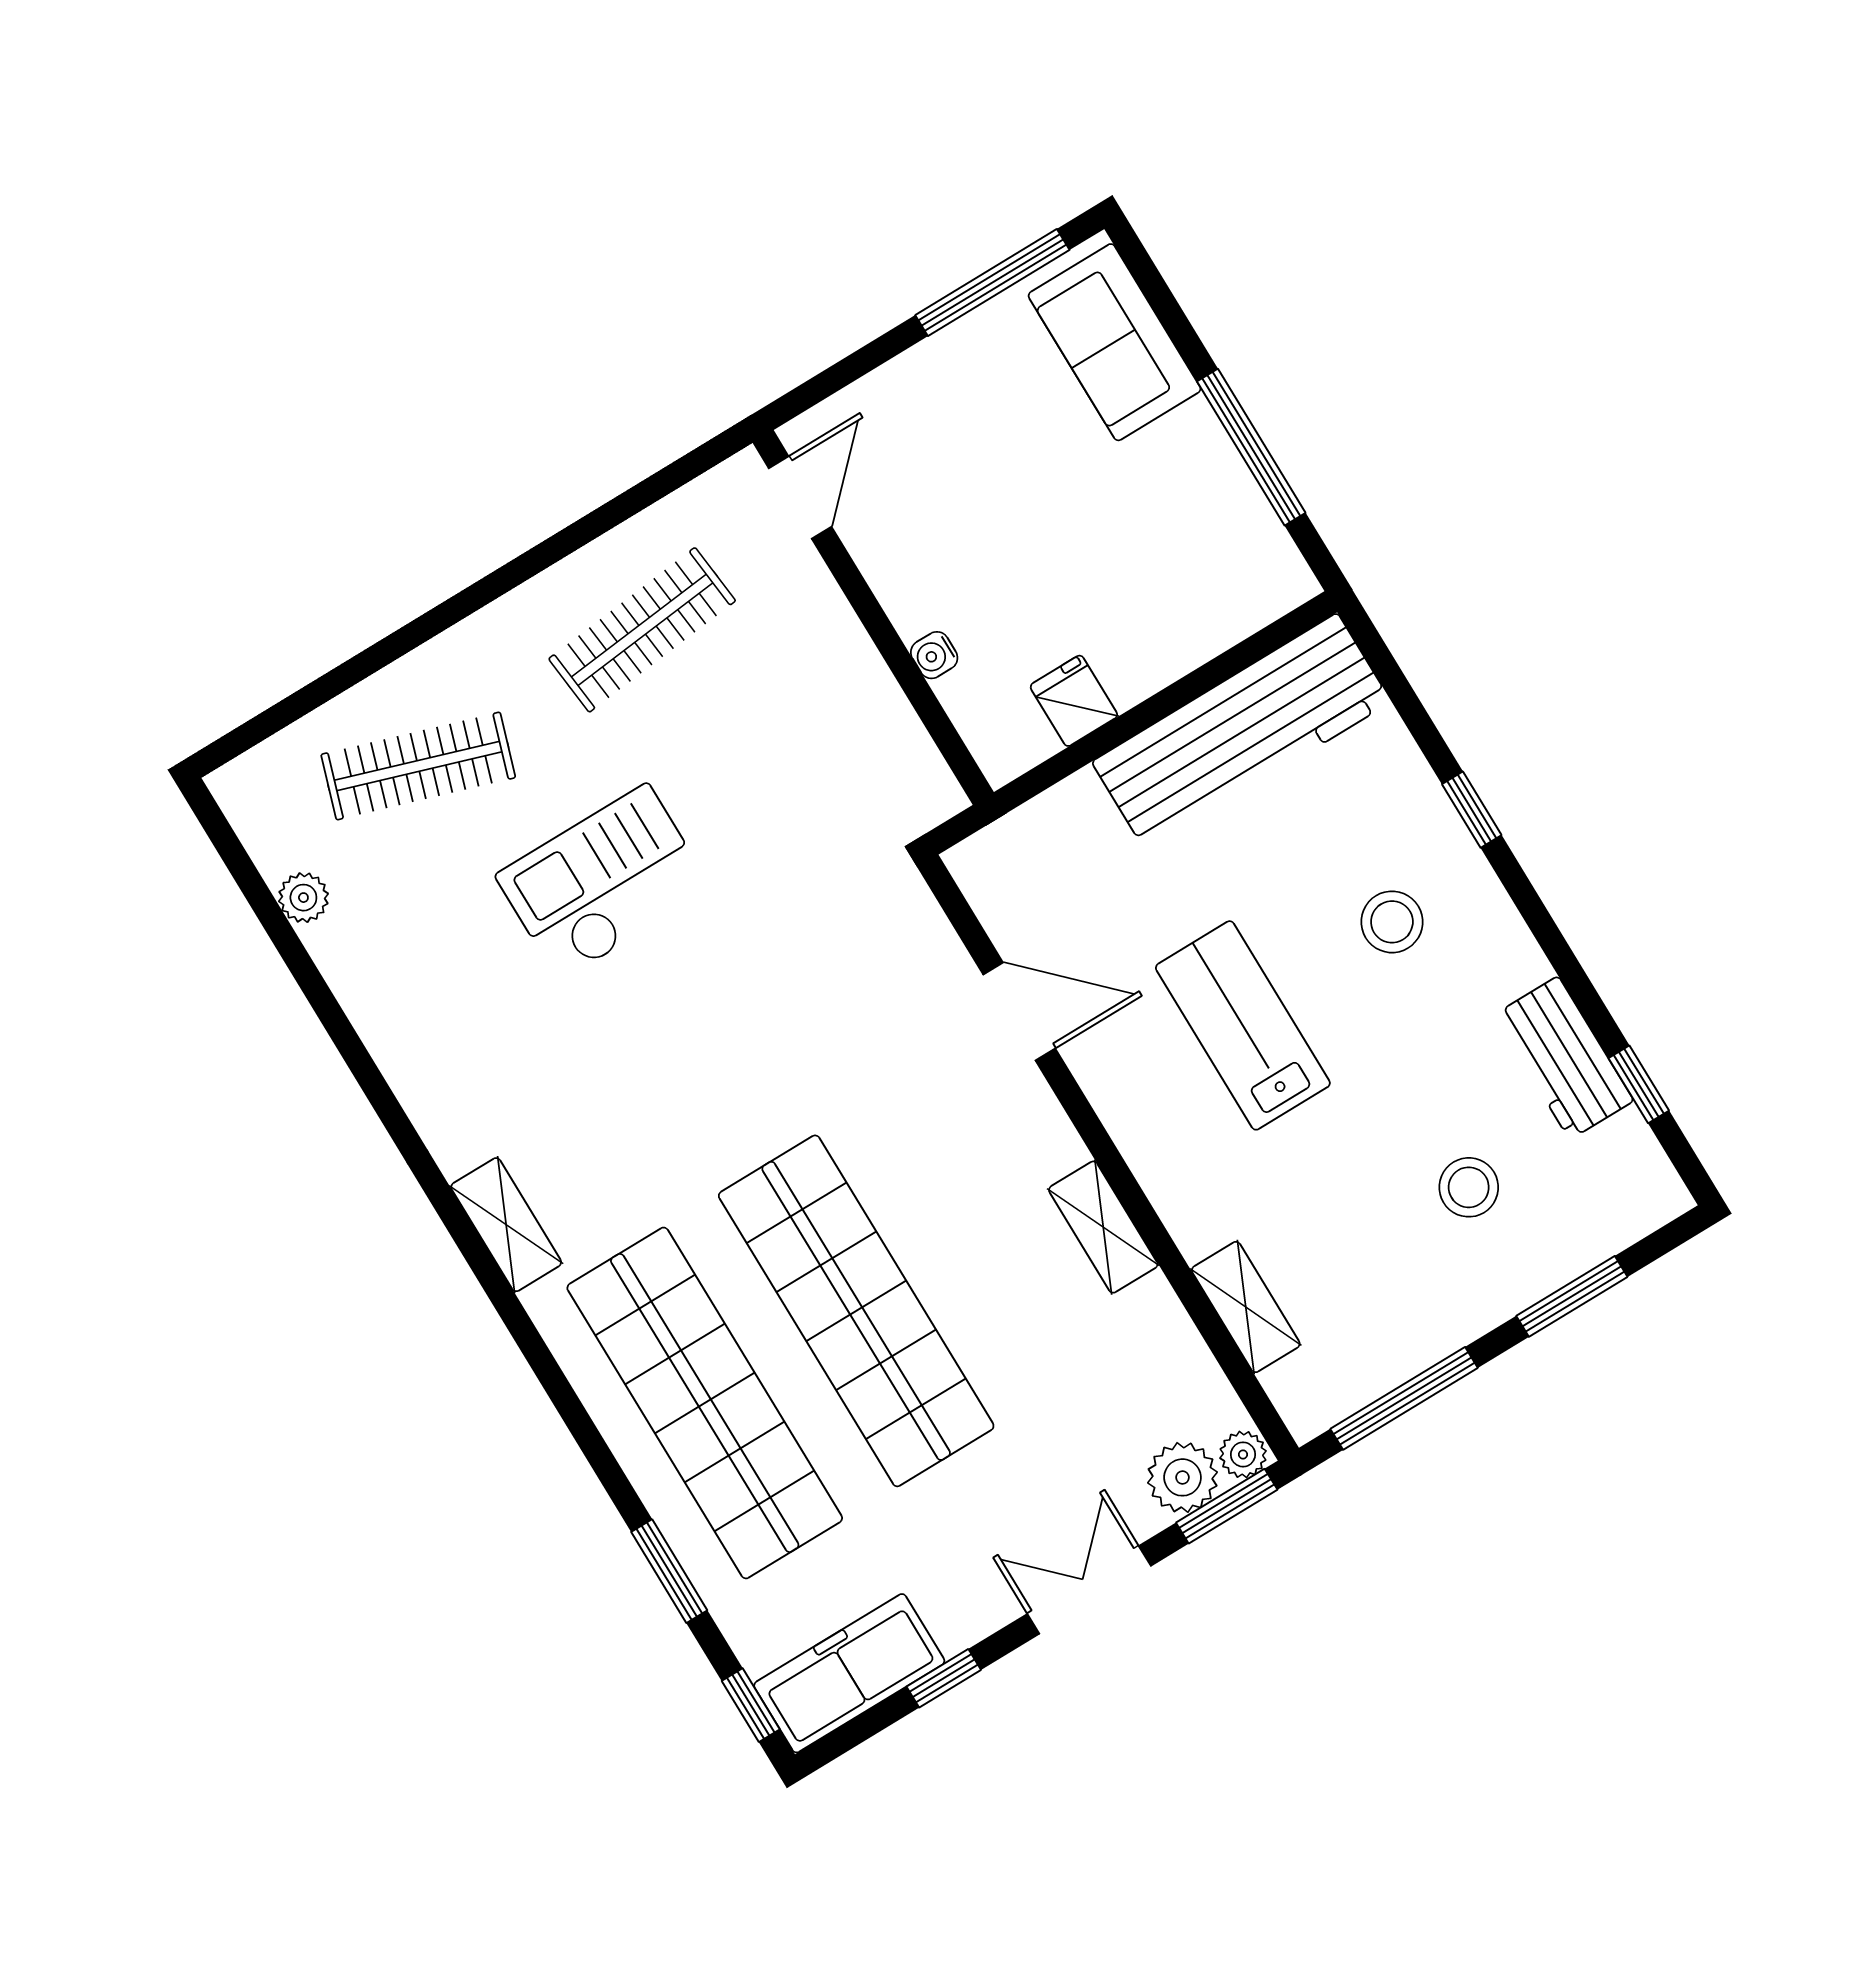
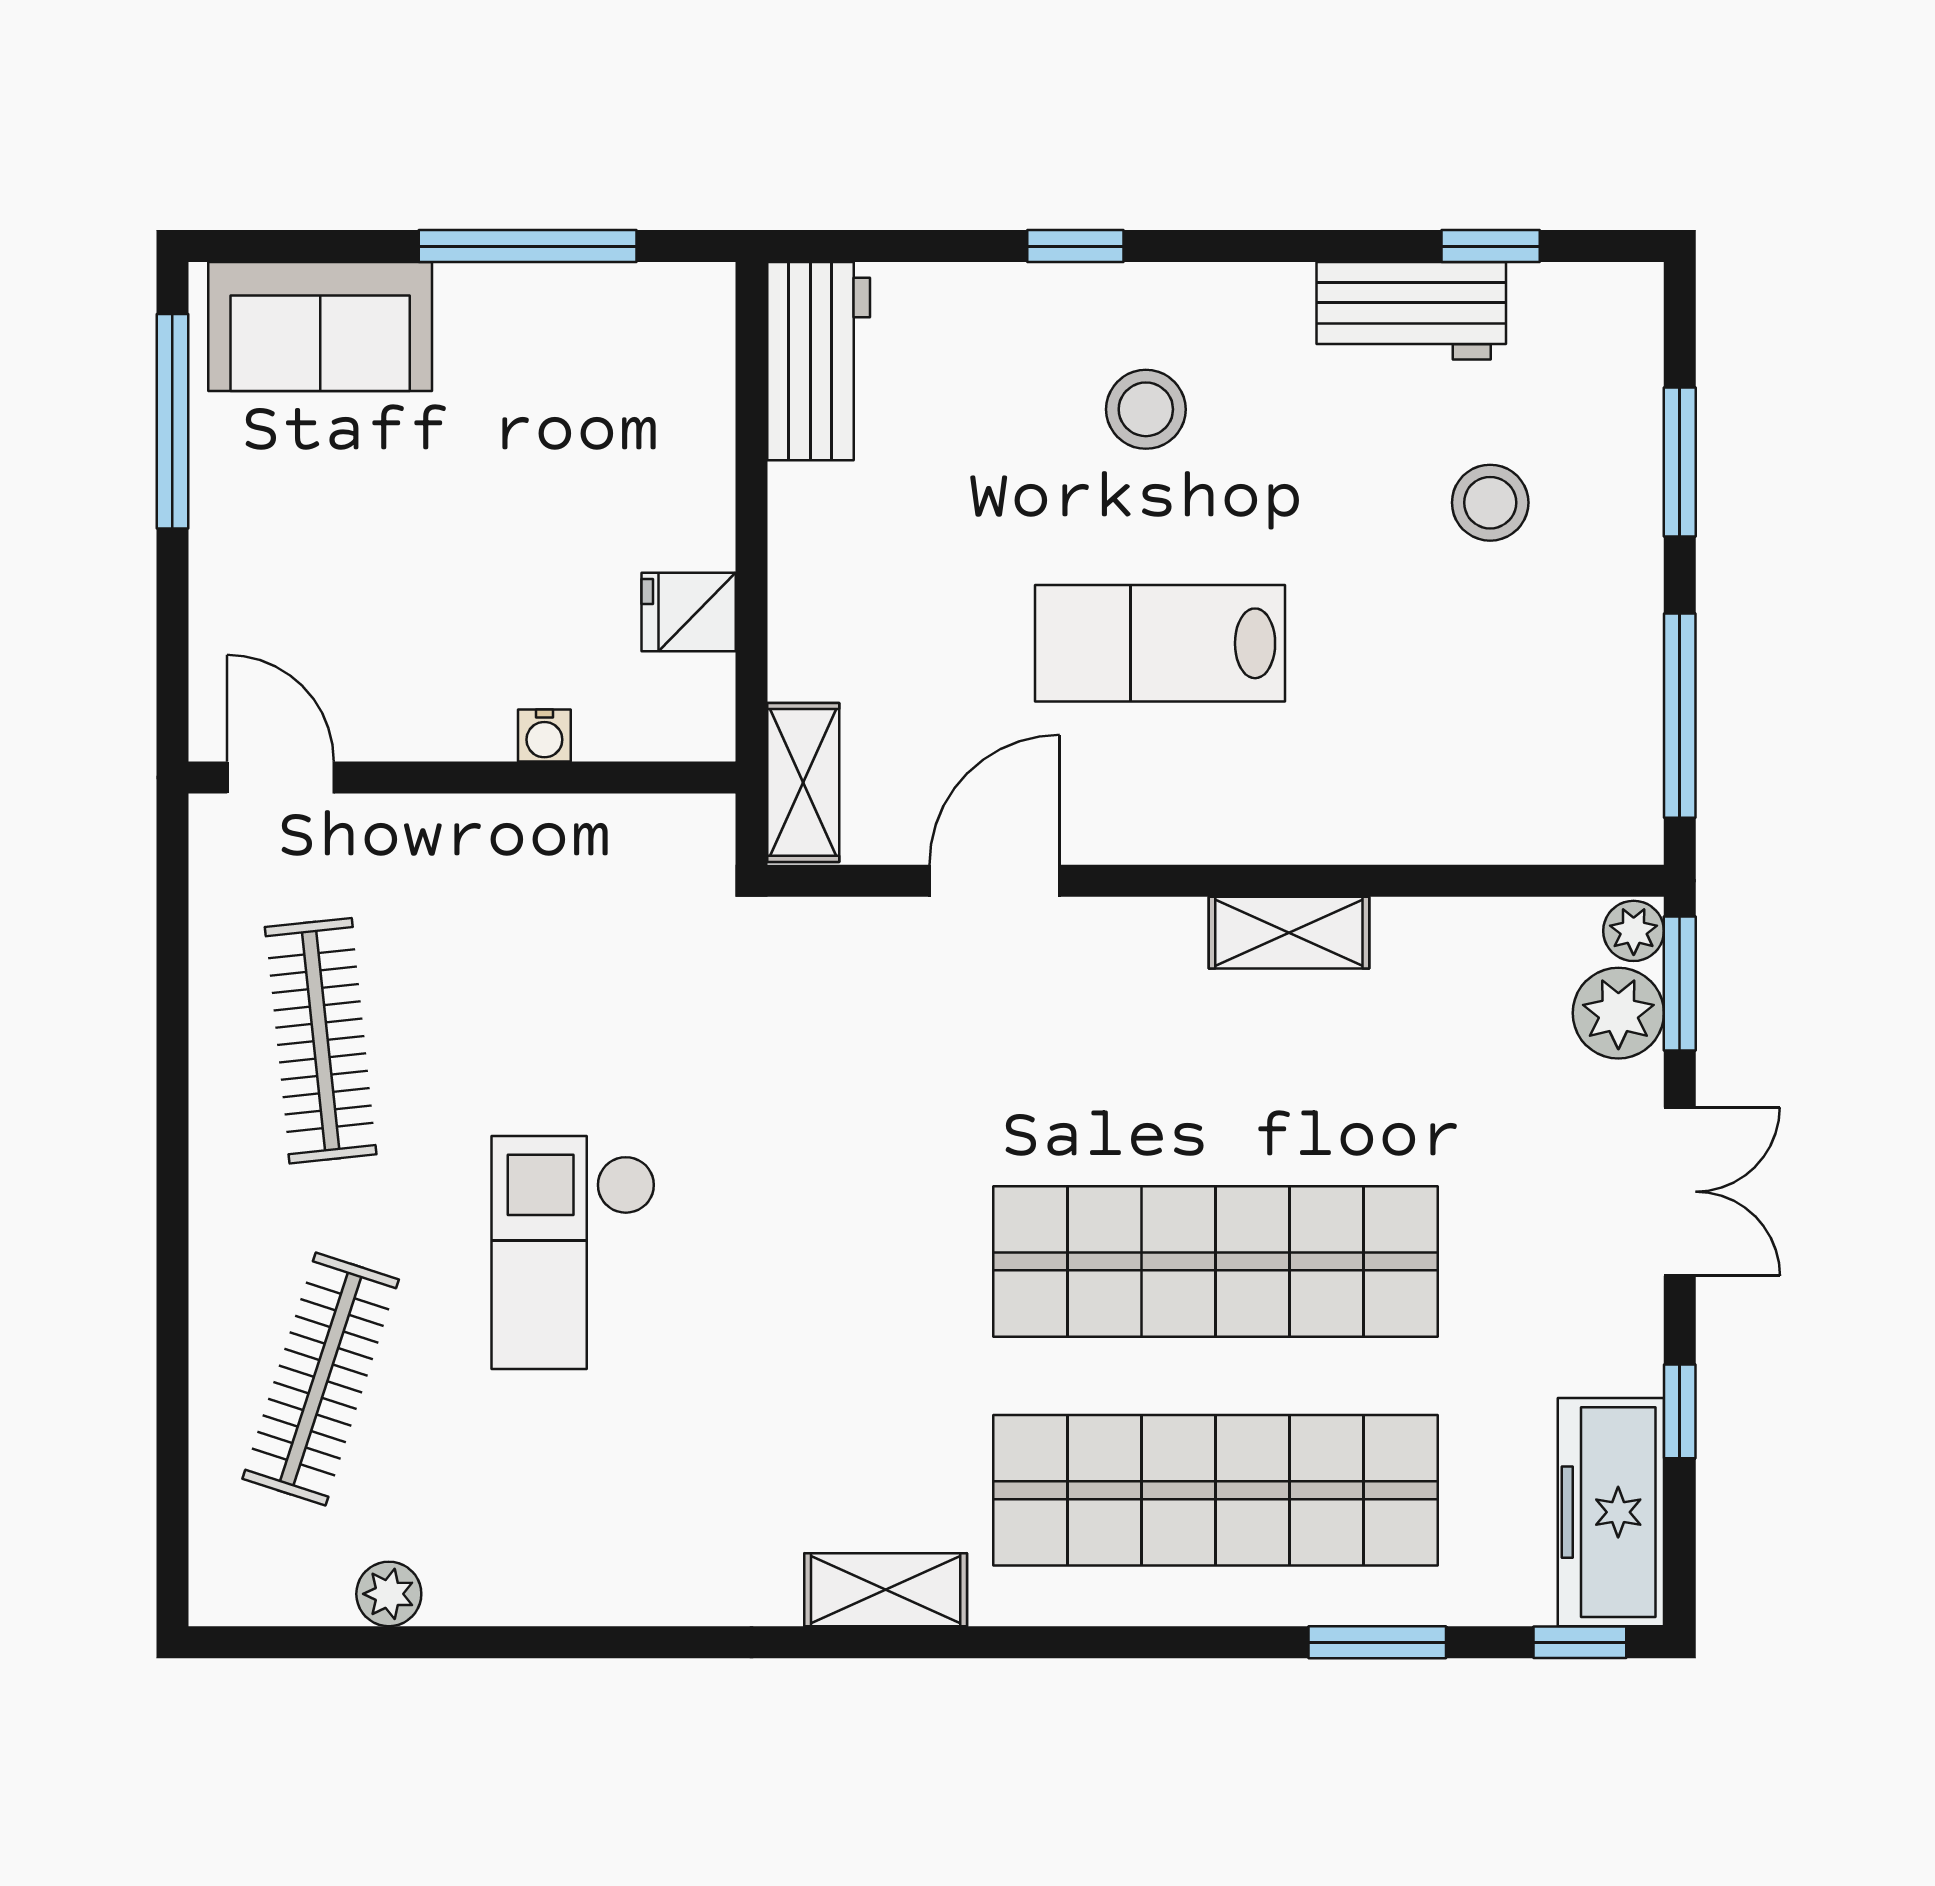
workbench: (1241, 732) -> (819, 361), width x0.53, depth x0.76
shelving: (1246, 1307) -> (803, 782), moved, turned 90
double door: (1089, 1590) -> (1680, 1192), swing flipped

